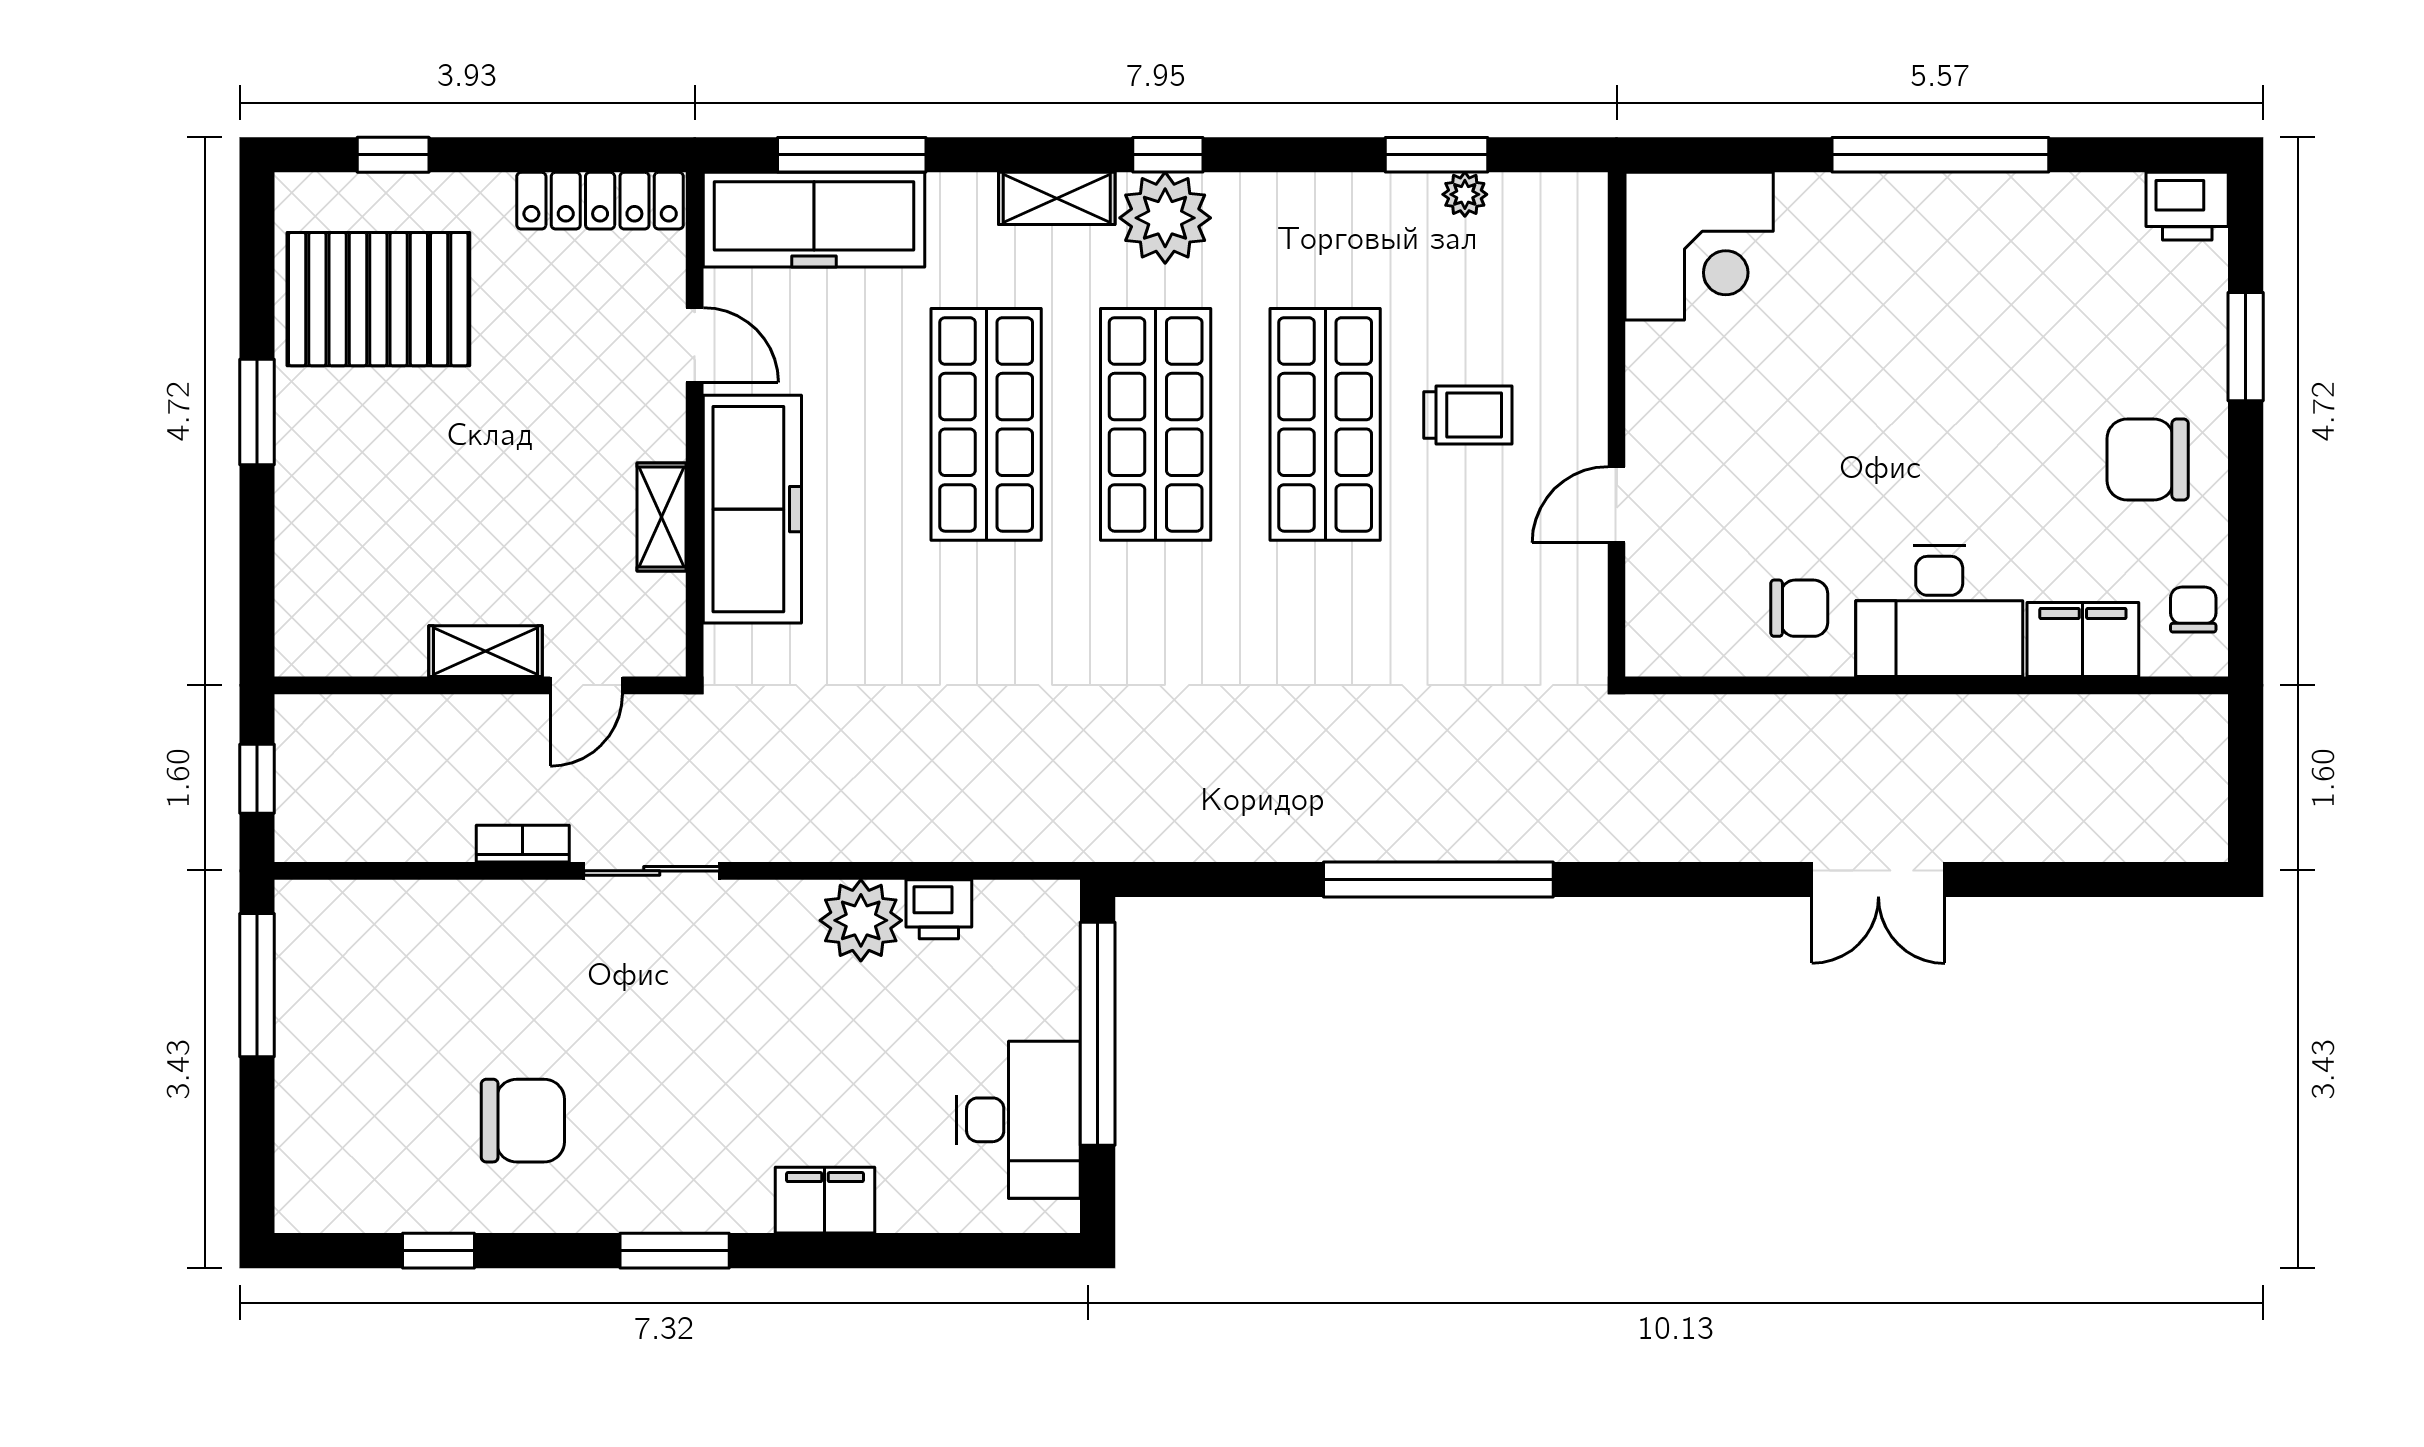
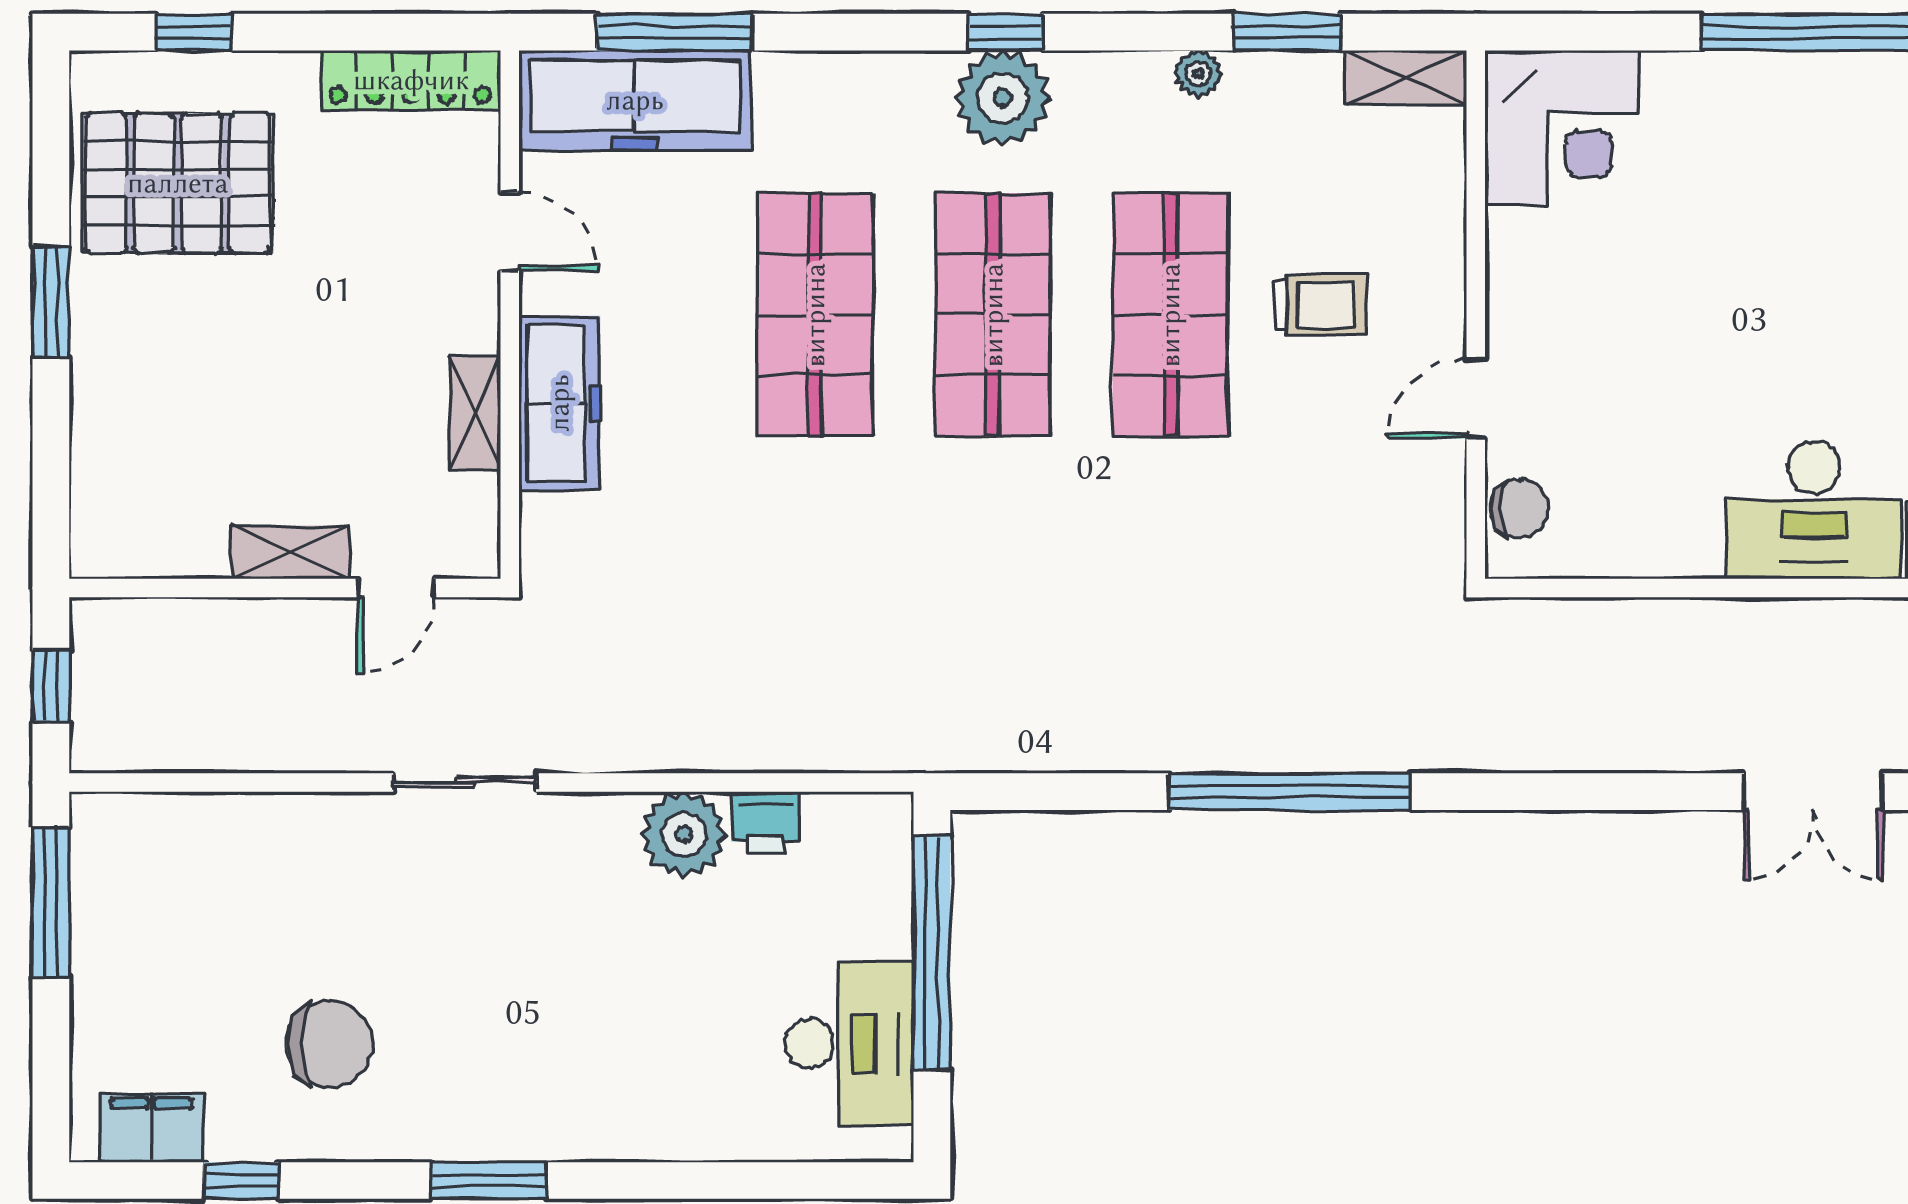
plant: (1465, 194) -> (1198, 73), moved
shelving: (1057, 198) -> (1406, 78), moved
freezer: (752, 509) -> (559, 403), width x0.73, depth x0.79
chair: (1799, 608) -> (1520, 509), moved
bookcase: (523, 844) -> (329, 754), removed
double door: (1878, 880) -> (1813, 792), moved
filing cabinet: (825, 1200) -> (151, 1128), moved

